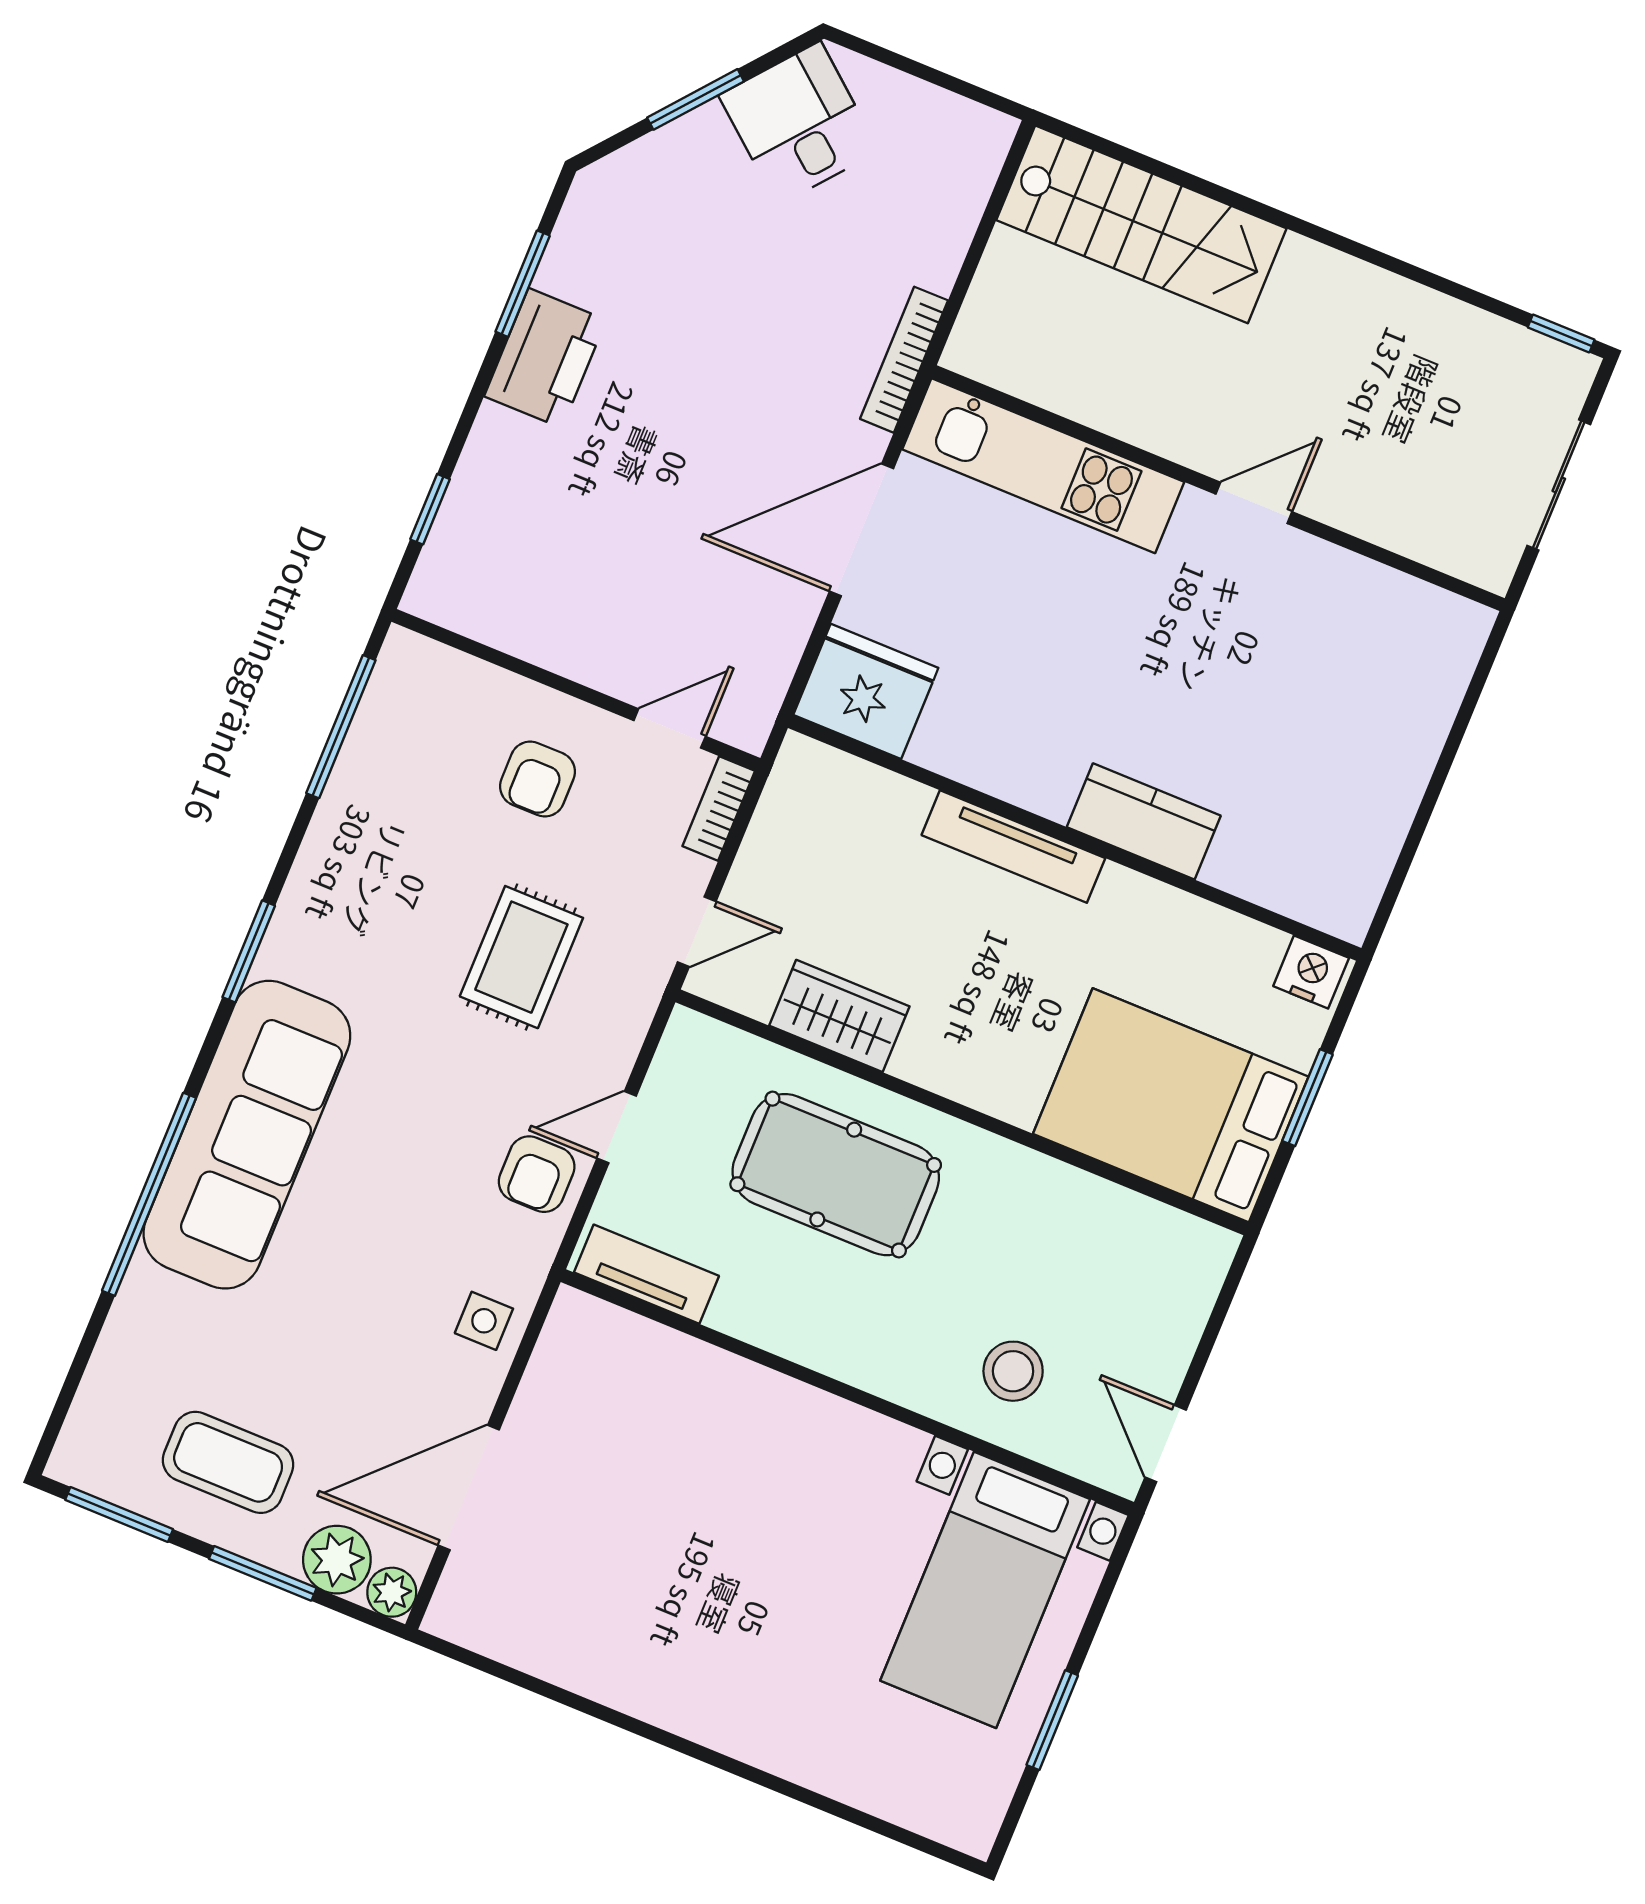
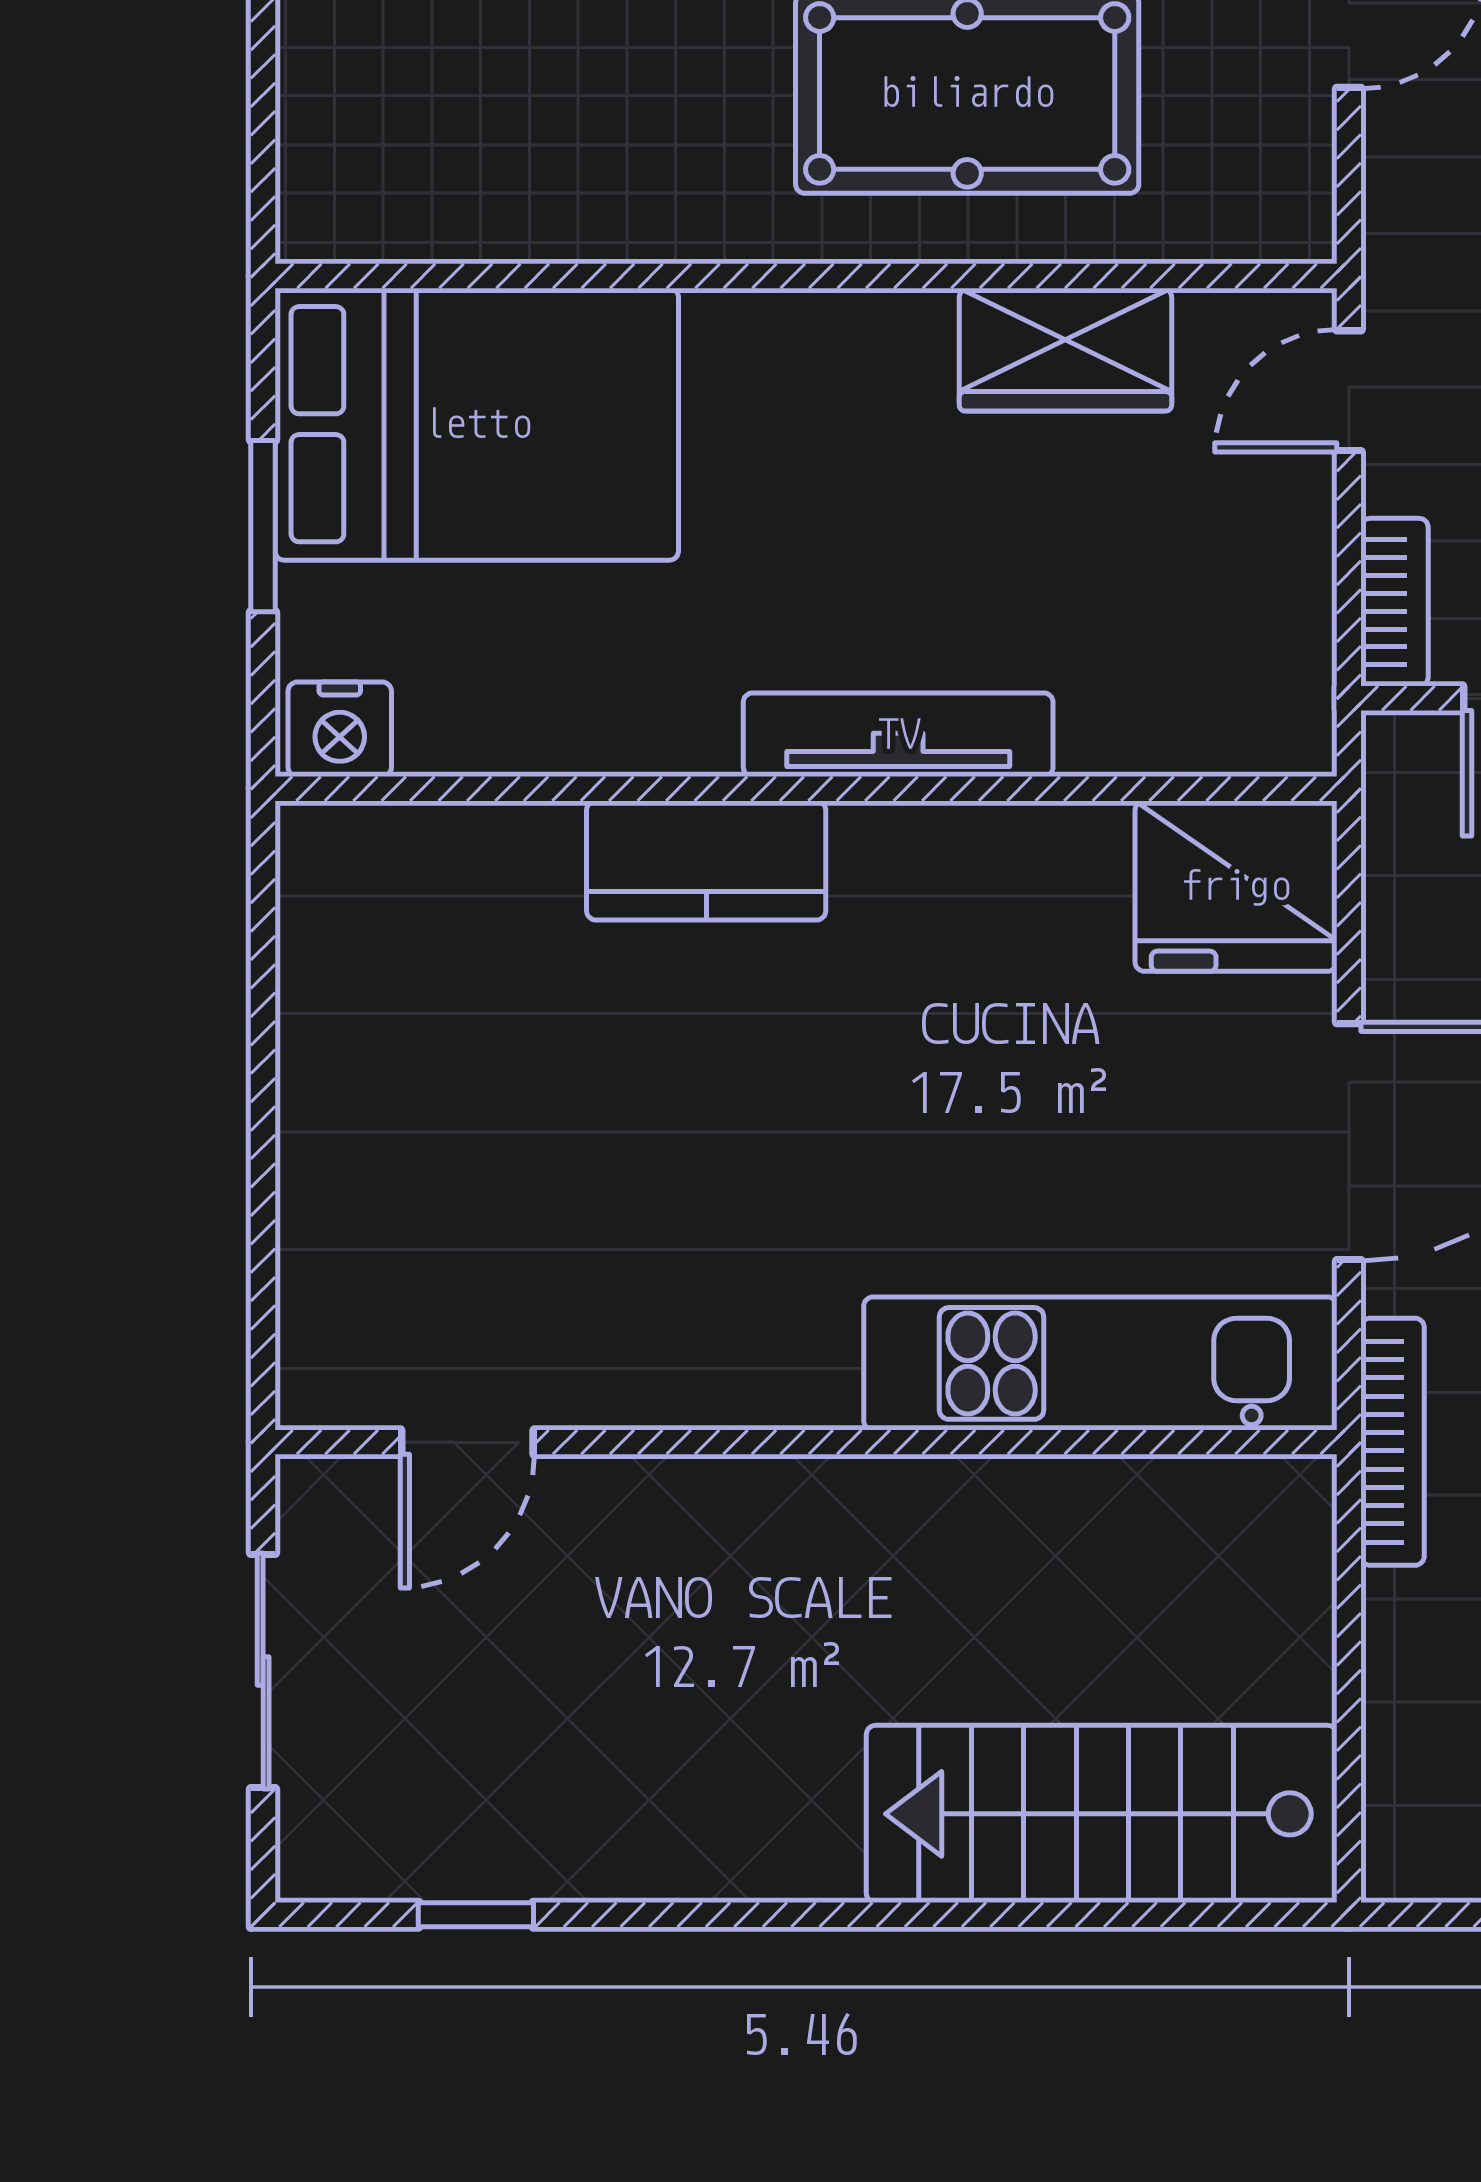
window: (1561, 333) -> (476, 1915), moved
door: (1254, 503) -> (467, 1442), moved

